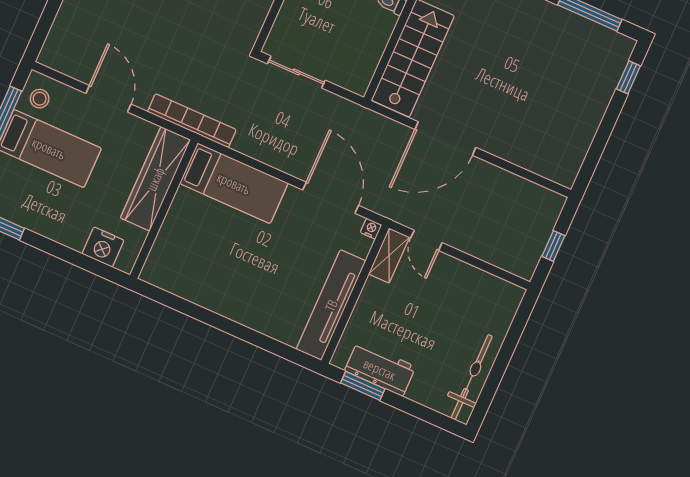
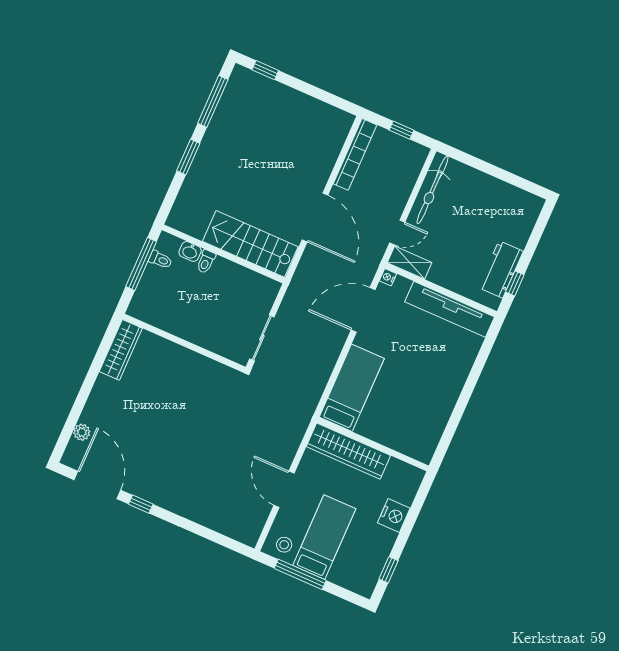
door: (108, 99) -> (284, 489), hinge flipped
bookcase: (192, 121) -> (355, 154), moved, turned 180
nightstand: (103, 247) -> (394, 516), moved
bicycle: (472, 377) -> (433, 190), moved, turned -90
window: (363, 386) -> (515, 283), width x0.67

